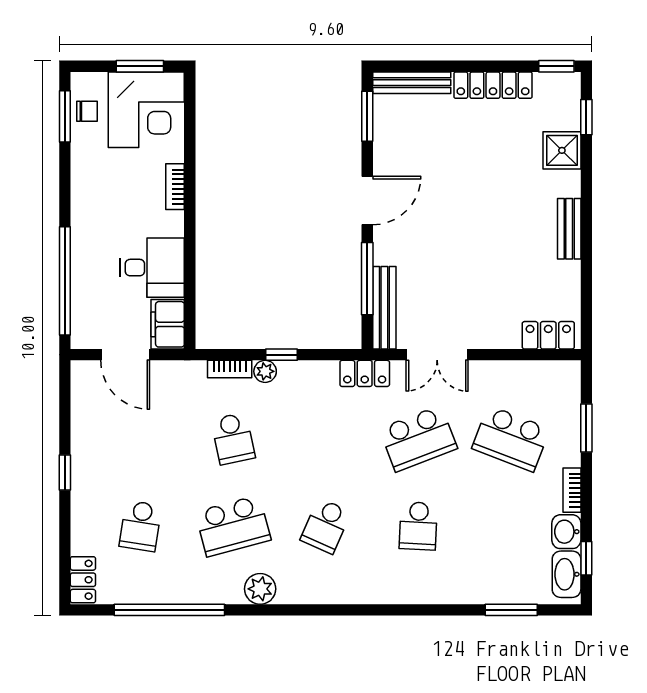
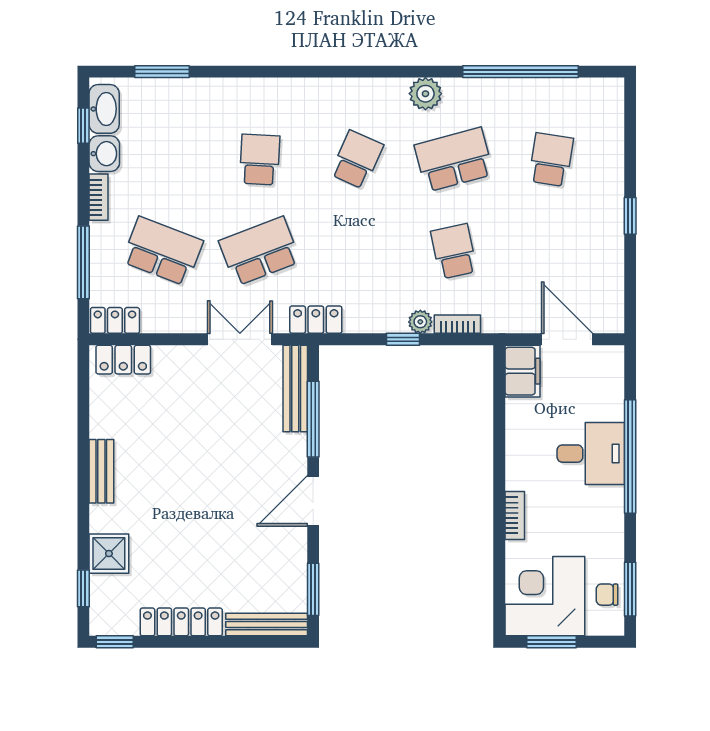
desk: (152, 268) -> (591, 454), moved, turned 180
window: (65, 281) -> (630, 457), moved
window: (586, 428) -> (83, 262), width x1.44
locker: (83, 580) -> (115, 320), moved, turned 90

